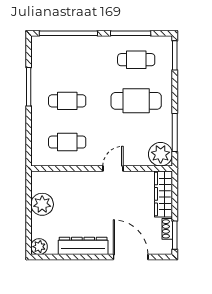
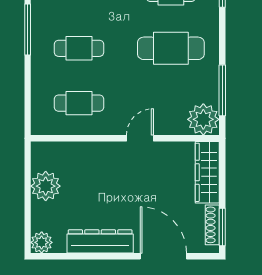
shoe rack: (167, 229) -> (212, 225), width x1.43

